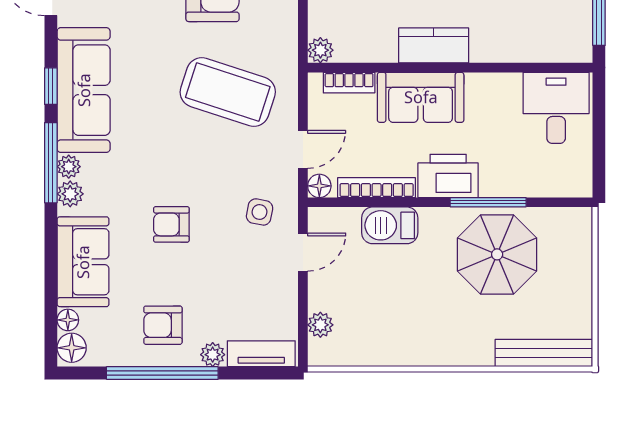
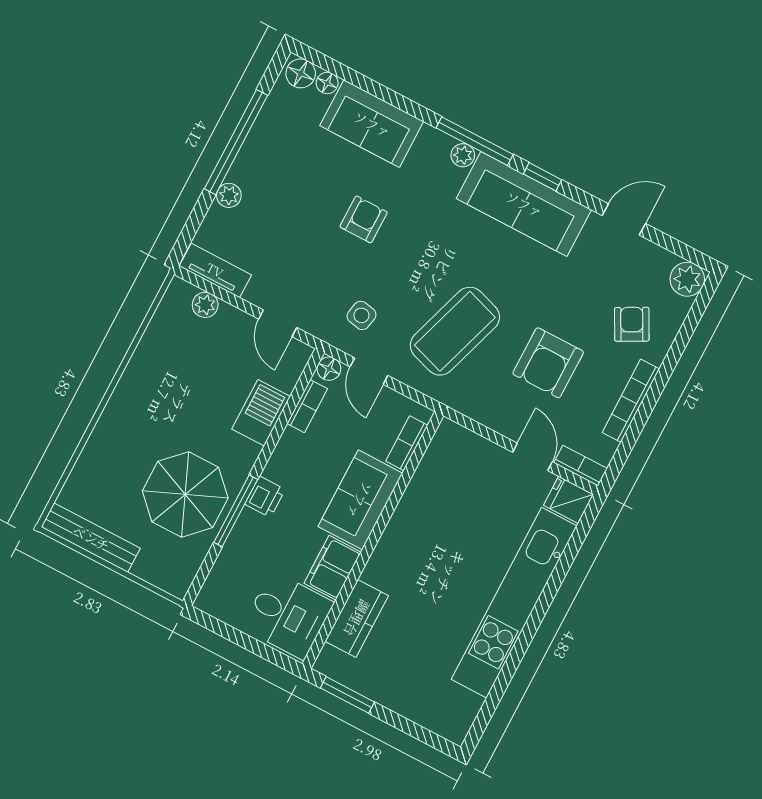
kitchen counter: (434, 45) -> (357, 618), moved
plant: (320, 50) -> (449, 433), removed
filing cabinet: (493, 90) -> (333, 568), added
printer: (448, 176) -> (265, 497), width x0.53, depth x0.68
bookcase: (377, 188) -> (307, 406), width x0.64
plant: (70, 194) -> (438, 144), removed
side table: (260, 212) -> (361, 315), moved
armchair: (163, 325) -> (278, 165), removed
bench: (544, 353) -> (91, 538), moved, turned 90
tv unit: (261, 354) -> (215, 270), moved, turned -90

